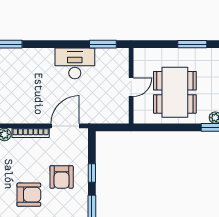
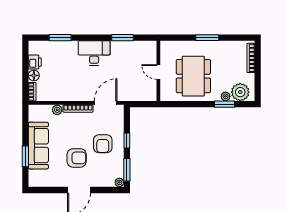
window: (103, 44) -> (122, 38), moved
desk: (75, 63) -> (94, 53), moved
door: (131, 87) -> (158, 72), swing flipped

